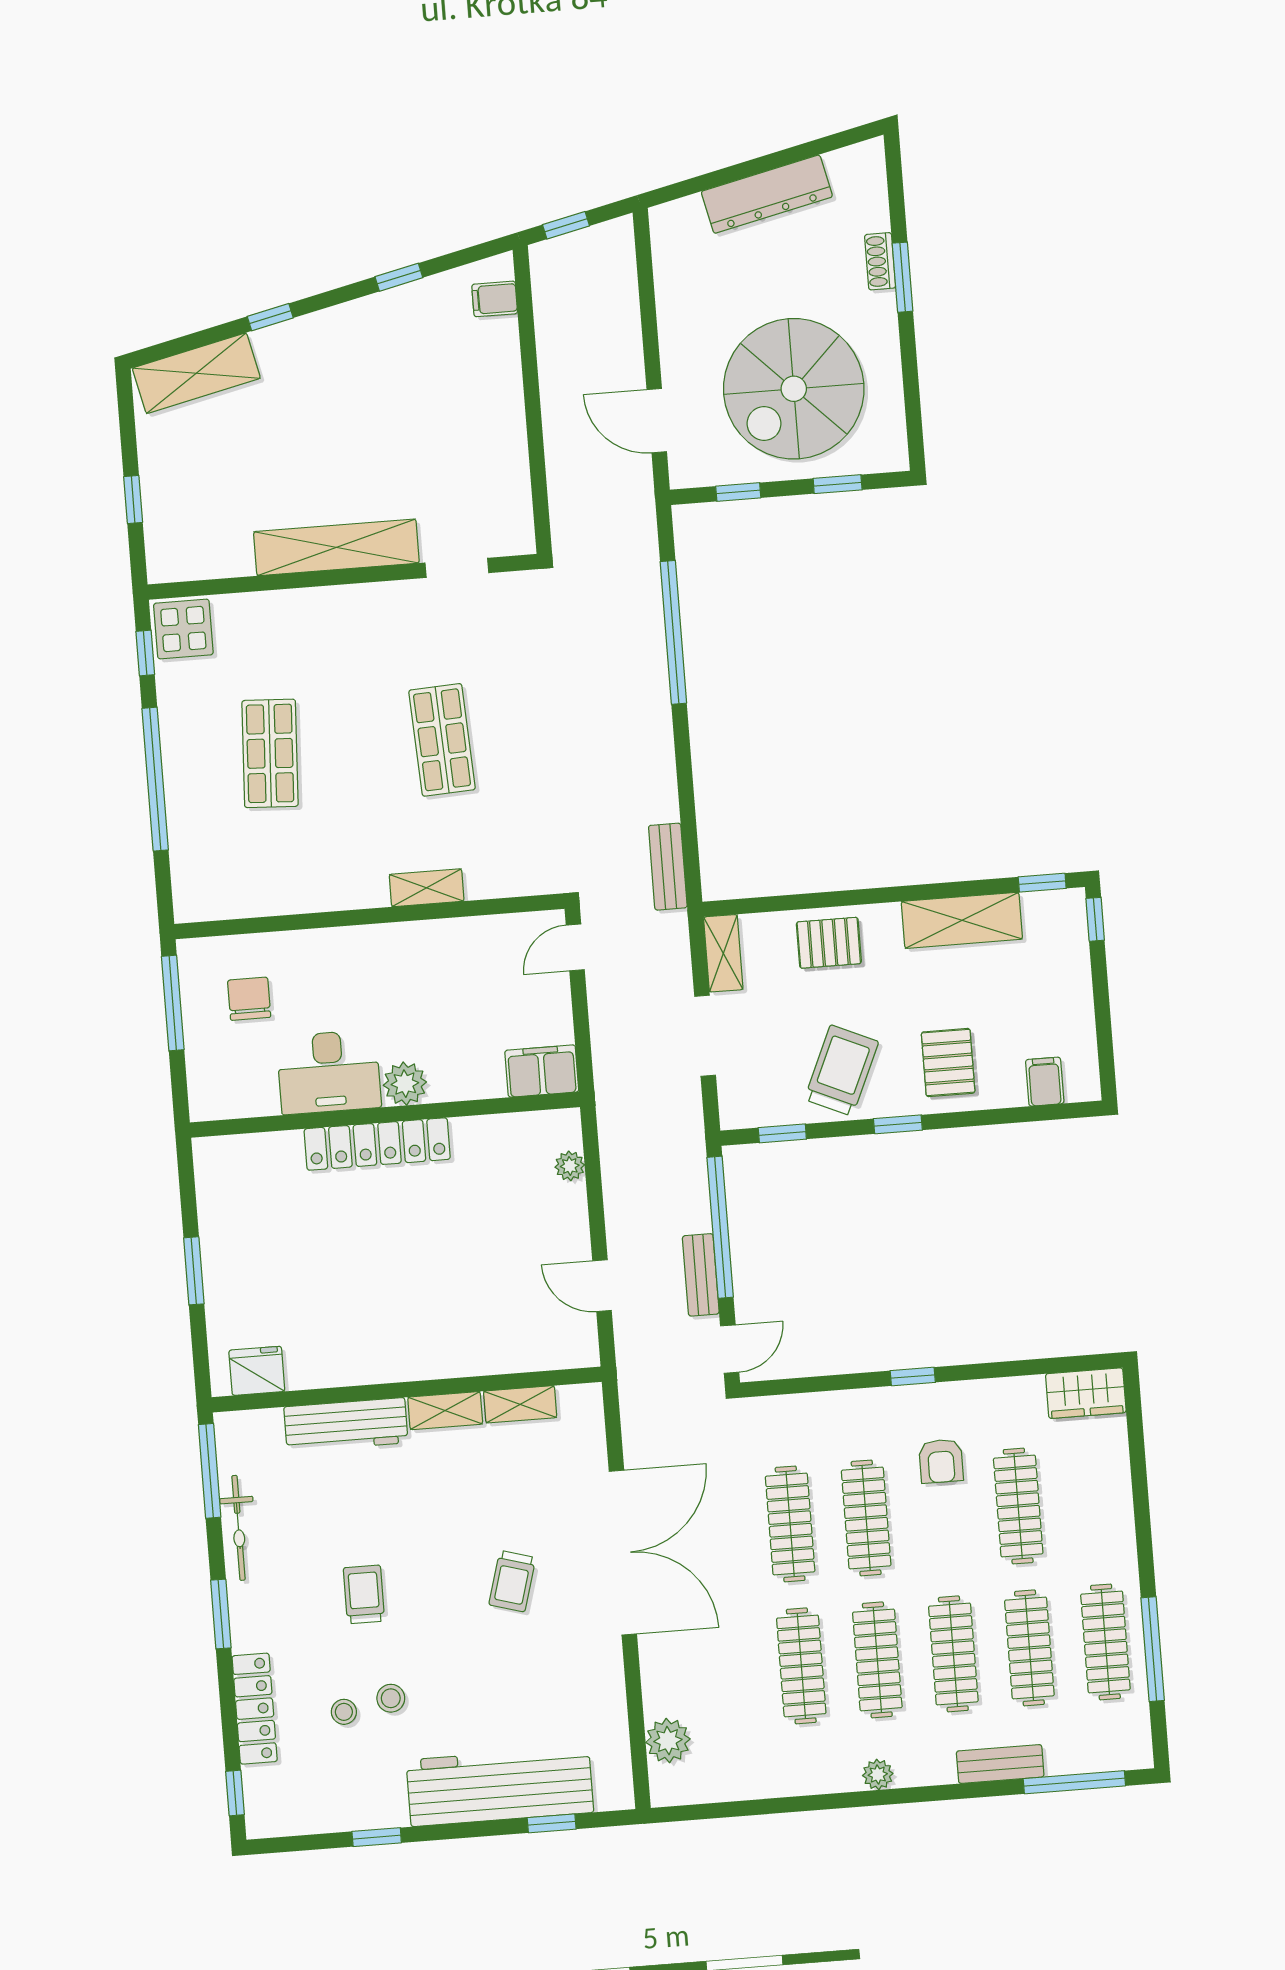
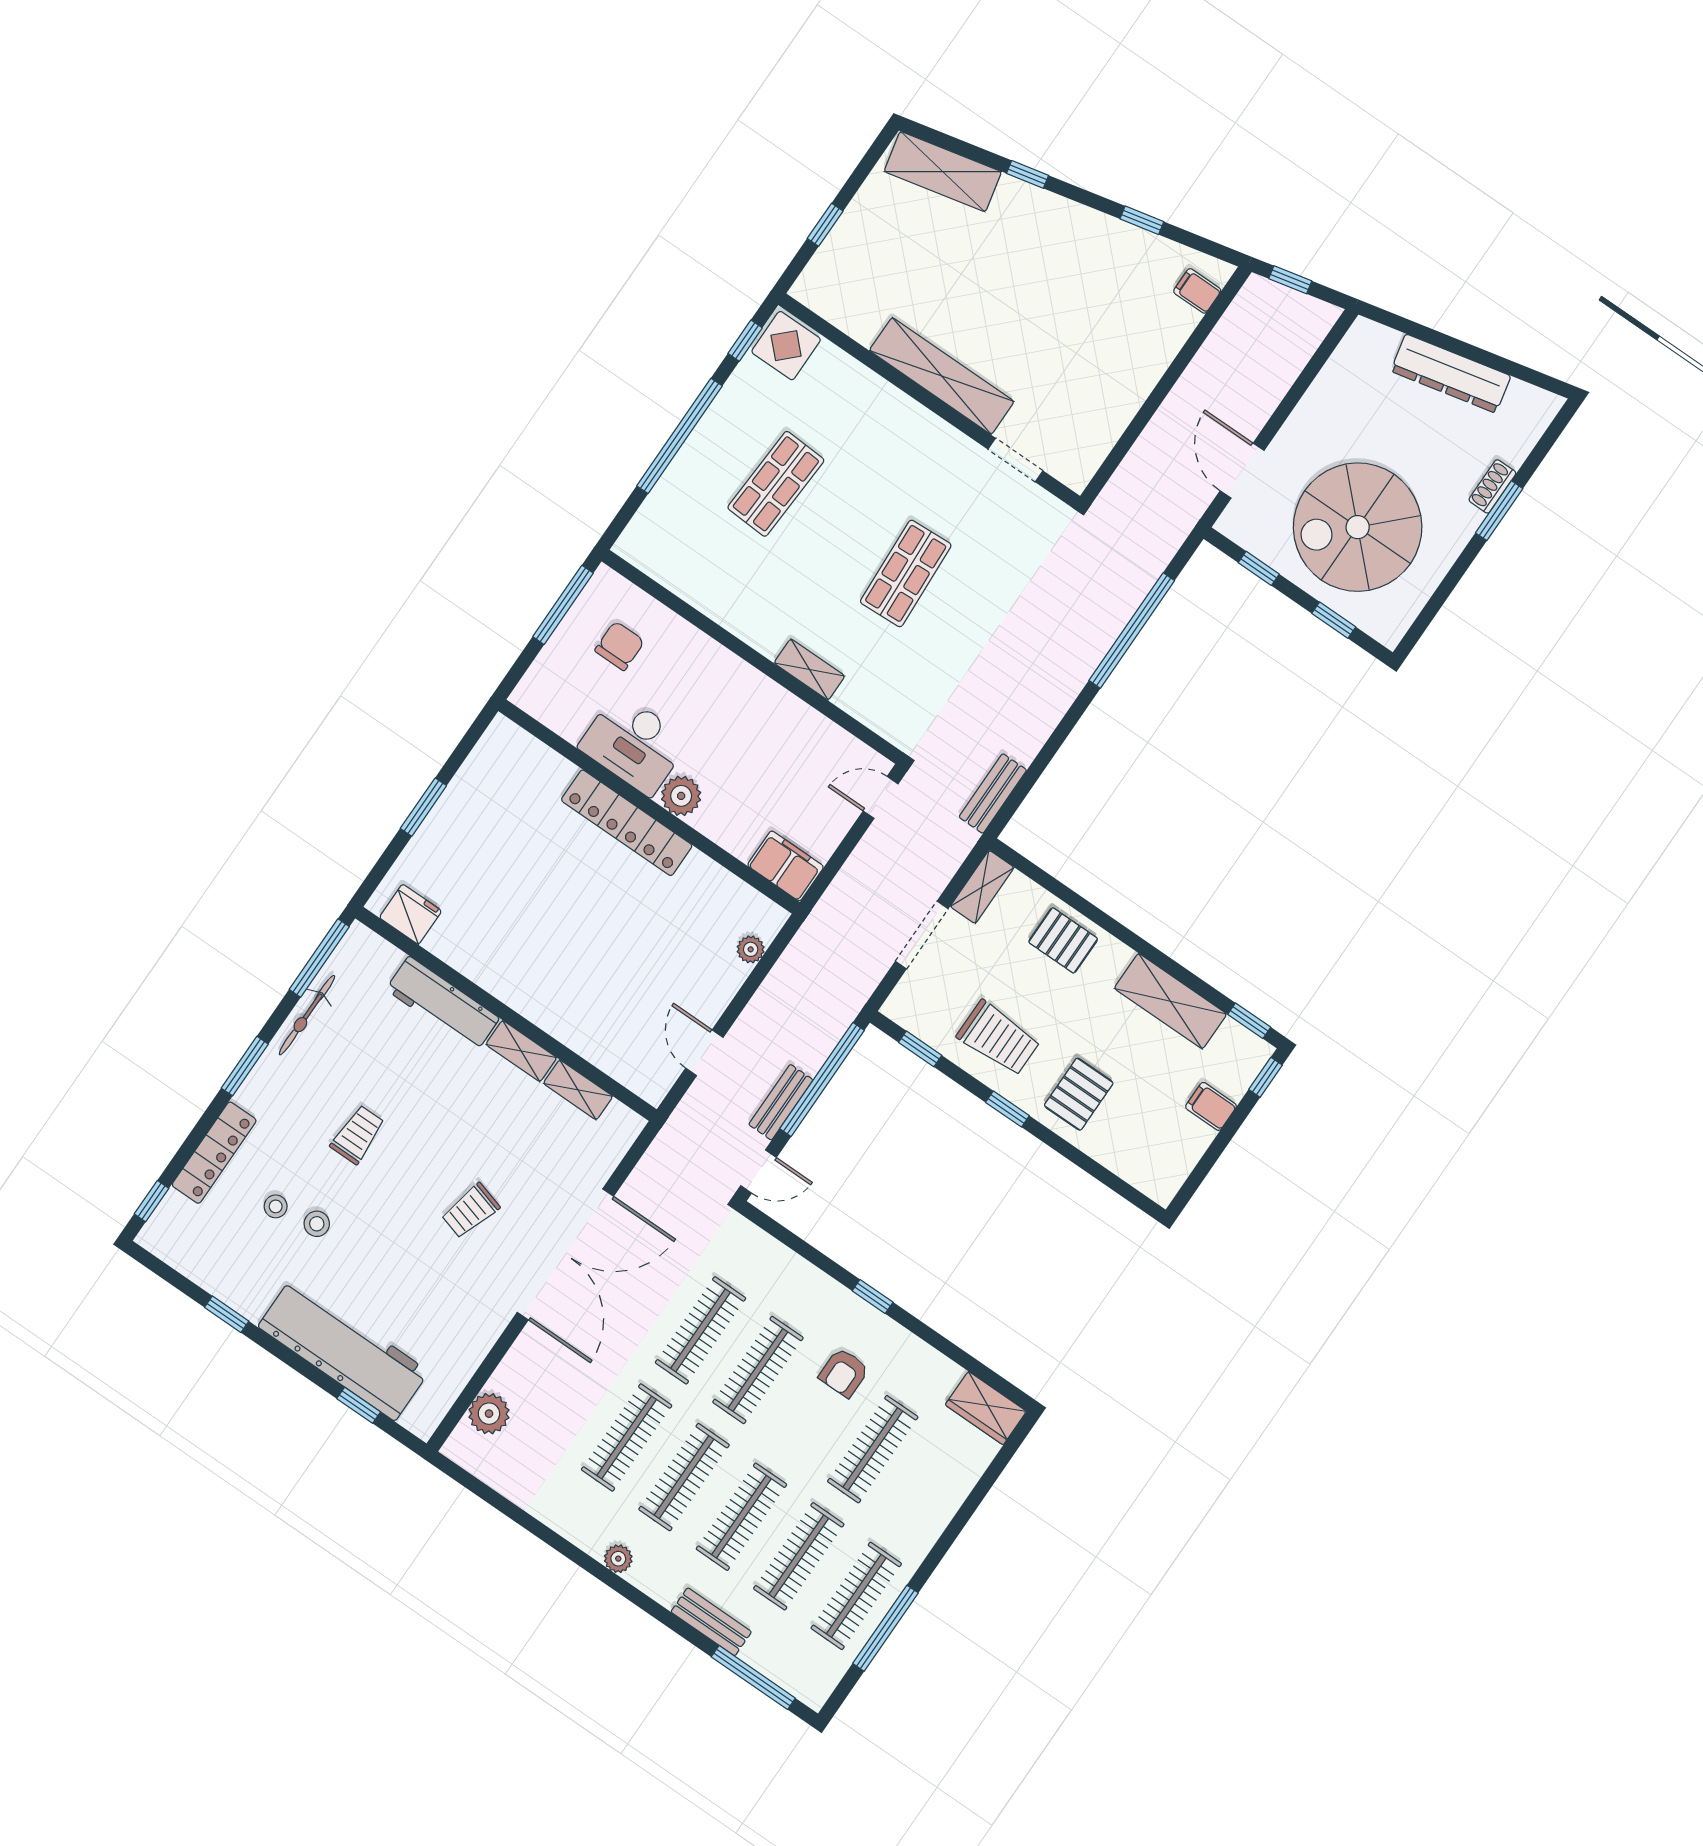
trolley: (841, 1070) -> (998, 1038), turned 66
filing cabinet: (1045, 1082) -> (1211, 1106), moved, turned -90

